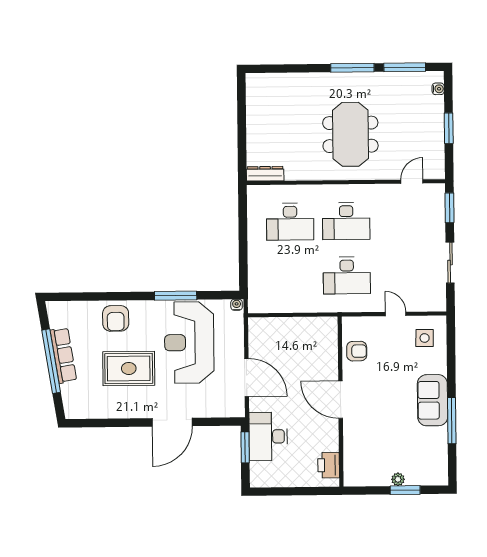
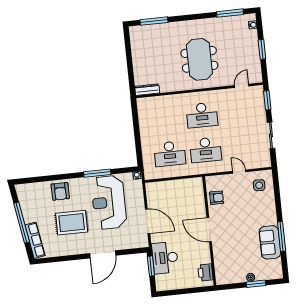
window: (352, 68) -> (154, 21), moved
desk: (290, 222) -> (170, 154), moved
row of seats: (63, 355) -> (35, 240), moved
sofa: (433, 400) -> (270, 242), moved

